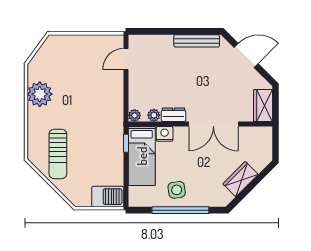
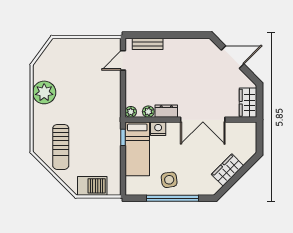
bench: (197, 41) -> (148, 44), moved, width x0.73
barbecue: (108, 197) -> (92, 186), moved

